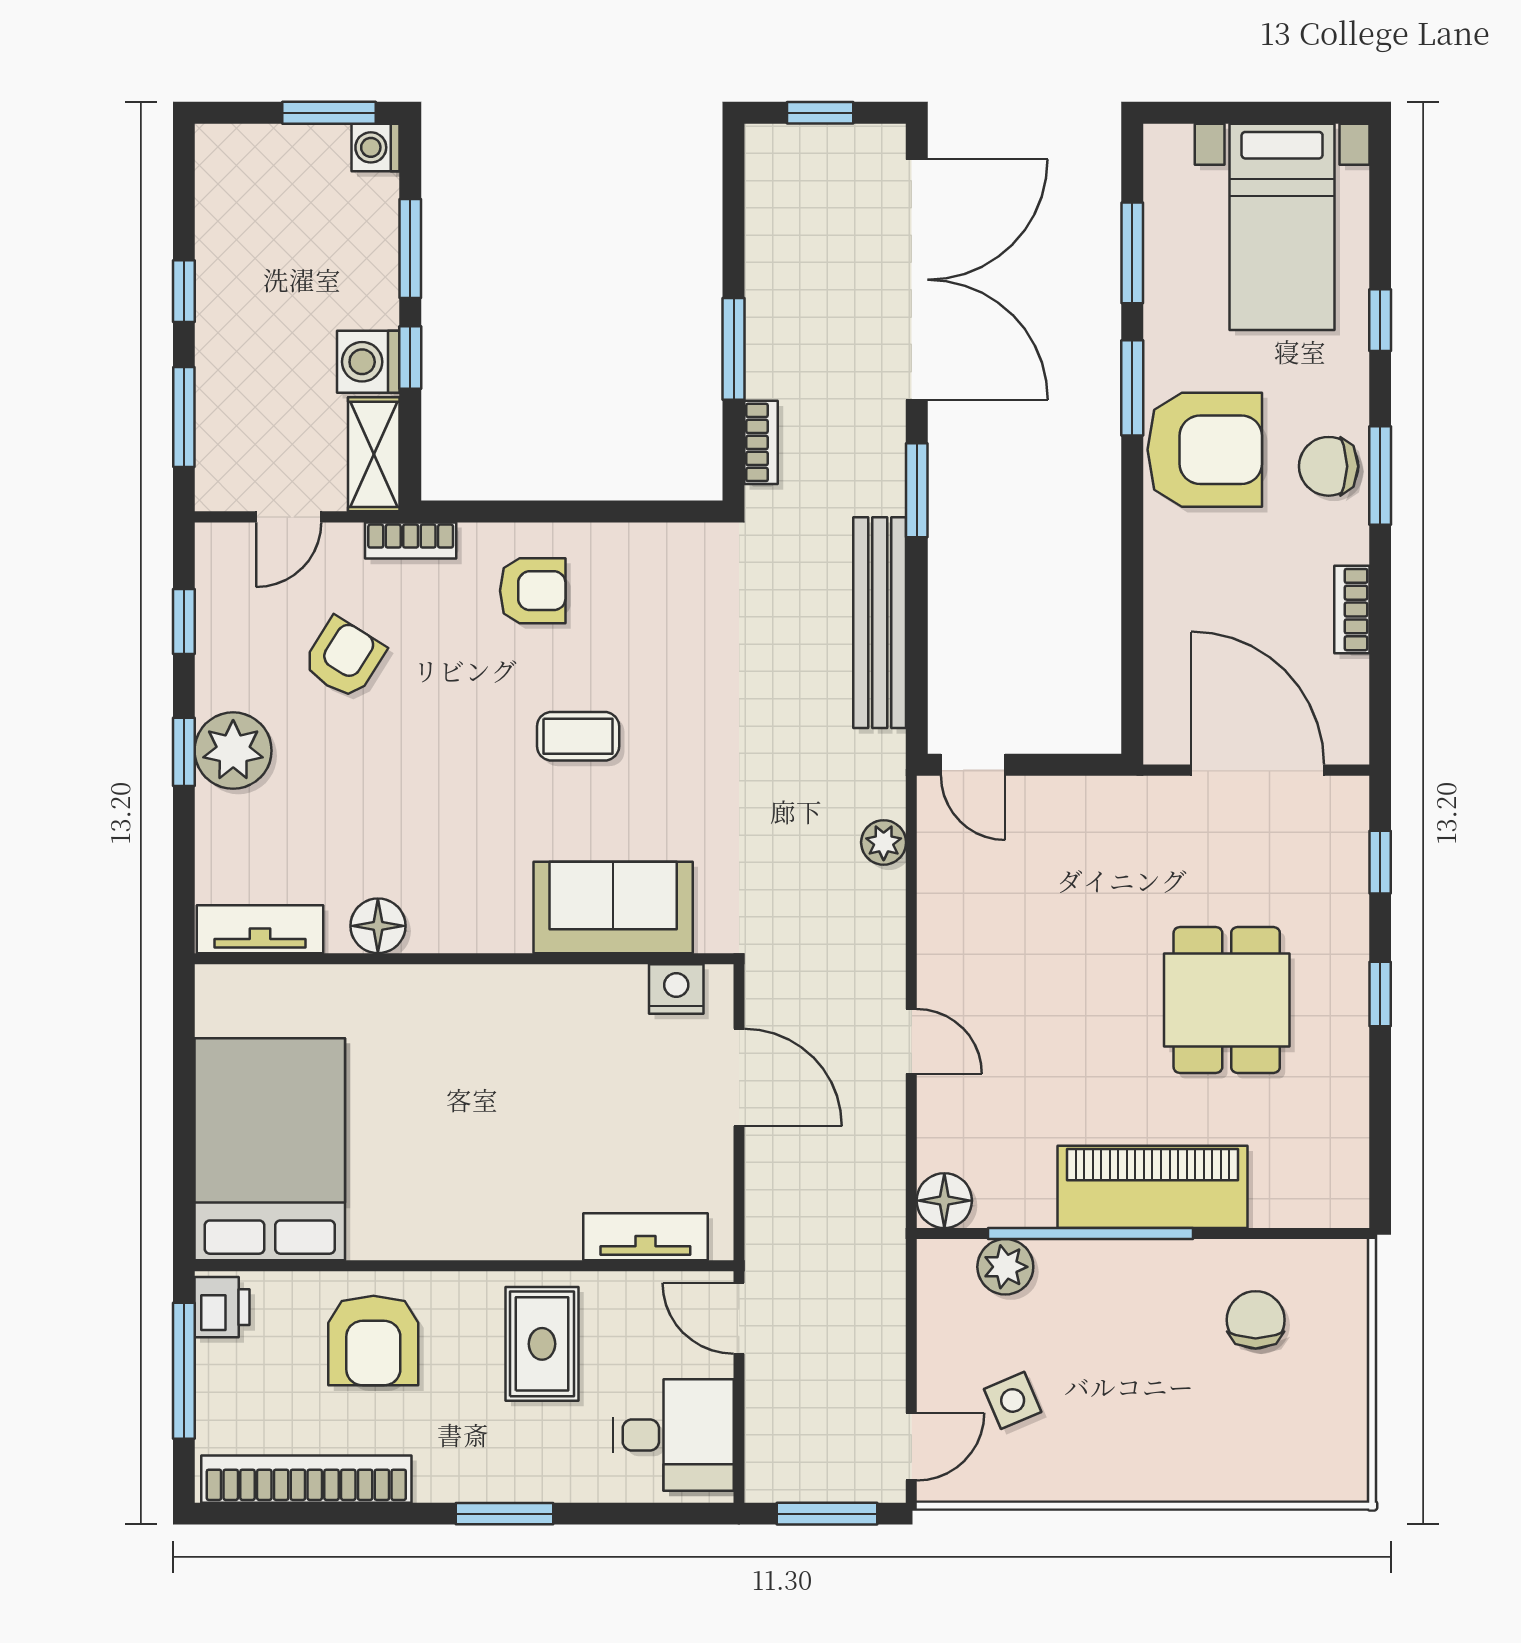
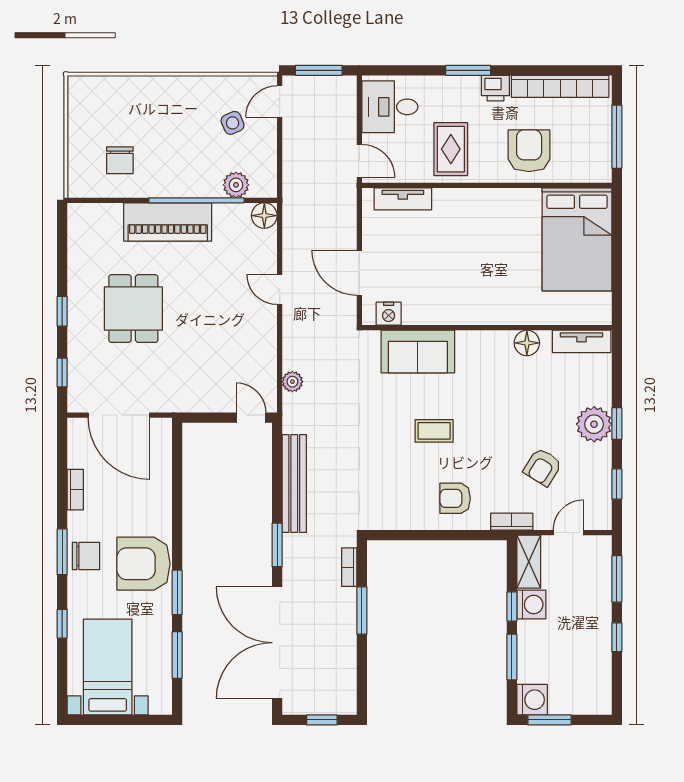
washing machine: (376, 147) -> (532, 700), width x1.38, depth x1.38
printer: (222, 1307) -> (495, 88), moved, turned -90

